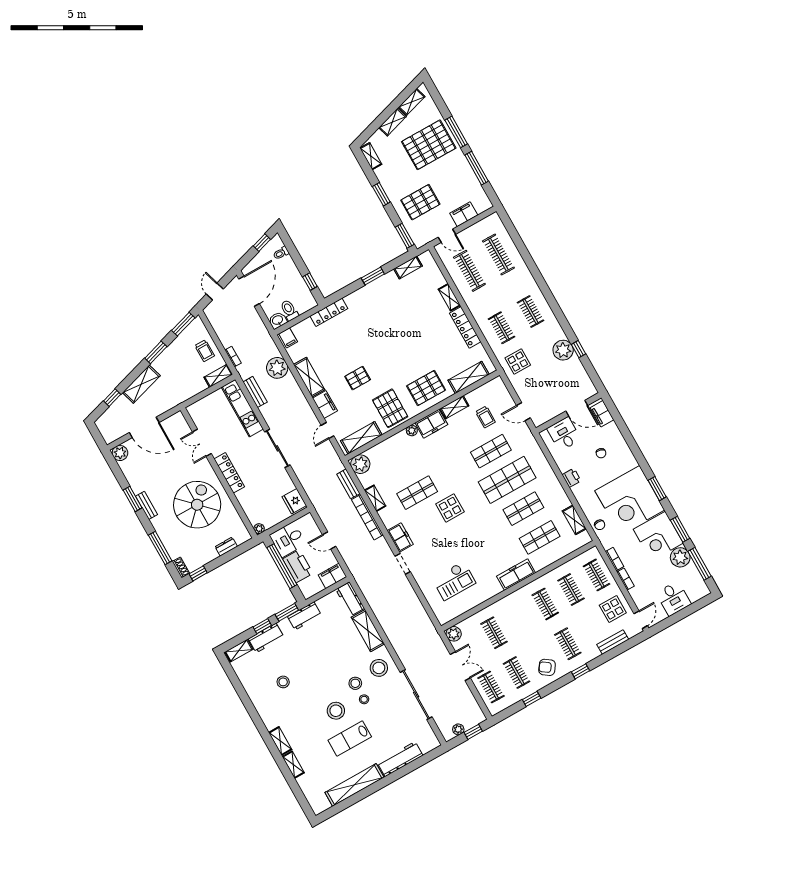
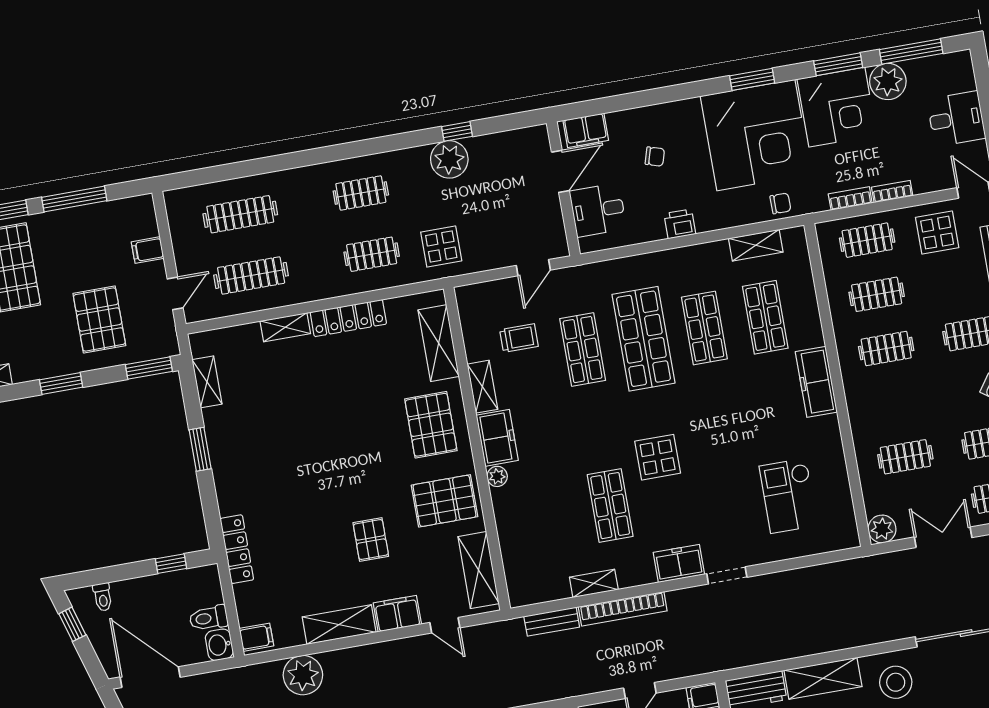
filing cabinet: (464, 214) -> (148, 250), width x0.50
plant: (360, 464) -> (525, 588), removed
checkout: (454, 581) -> (788, 496), turned 180

